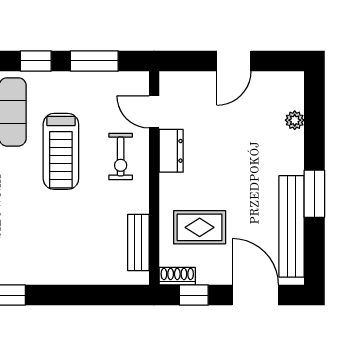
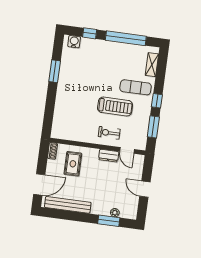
door: (154, 112) -> (127, 150), swing flipped
treadmill: (61, 151) -> (115, 107), turned 180
window: (314, 194) -> (109, 221), moved
bench: (138, 243) -> (70, 136), removed
window: (194, 295) -> (43, 157), removed

